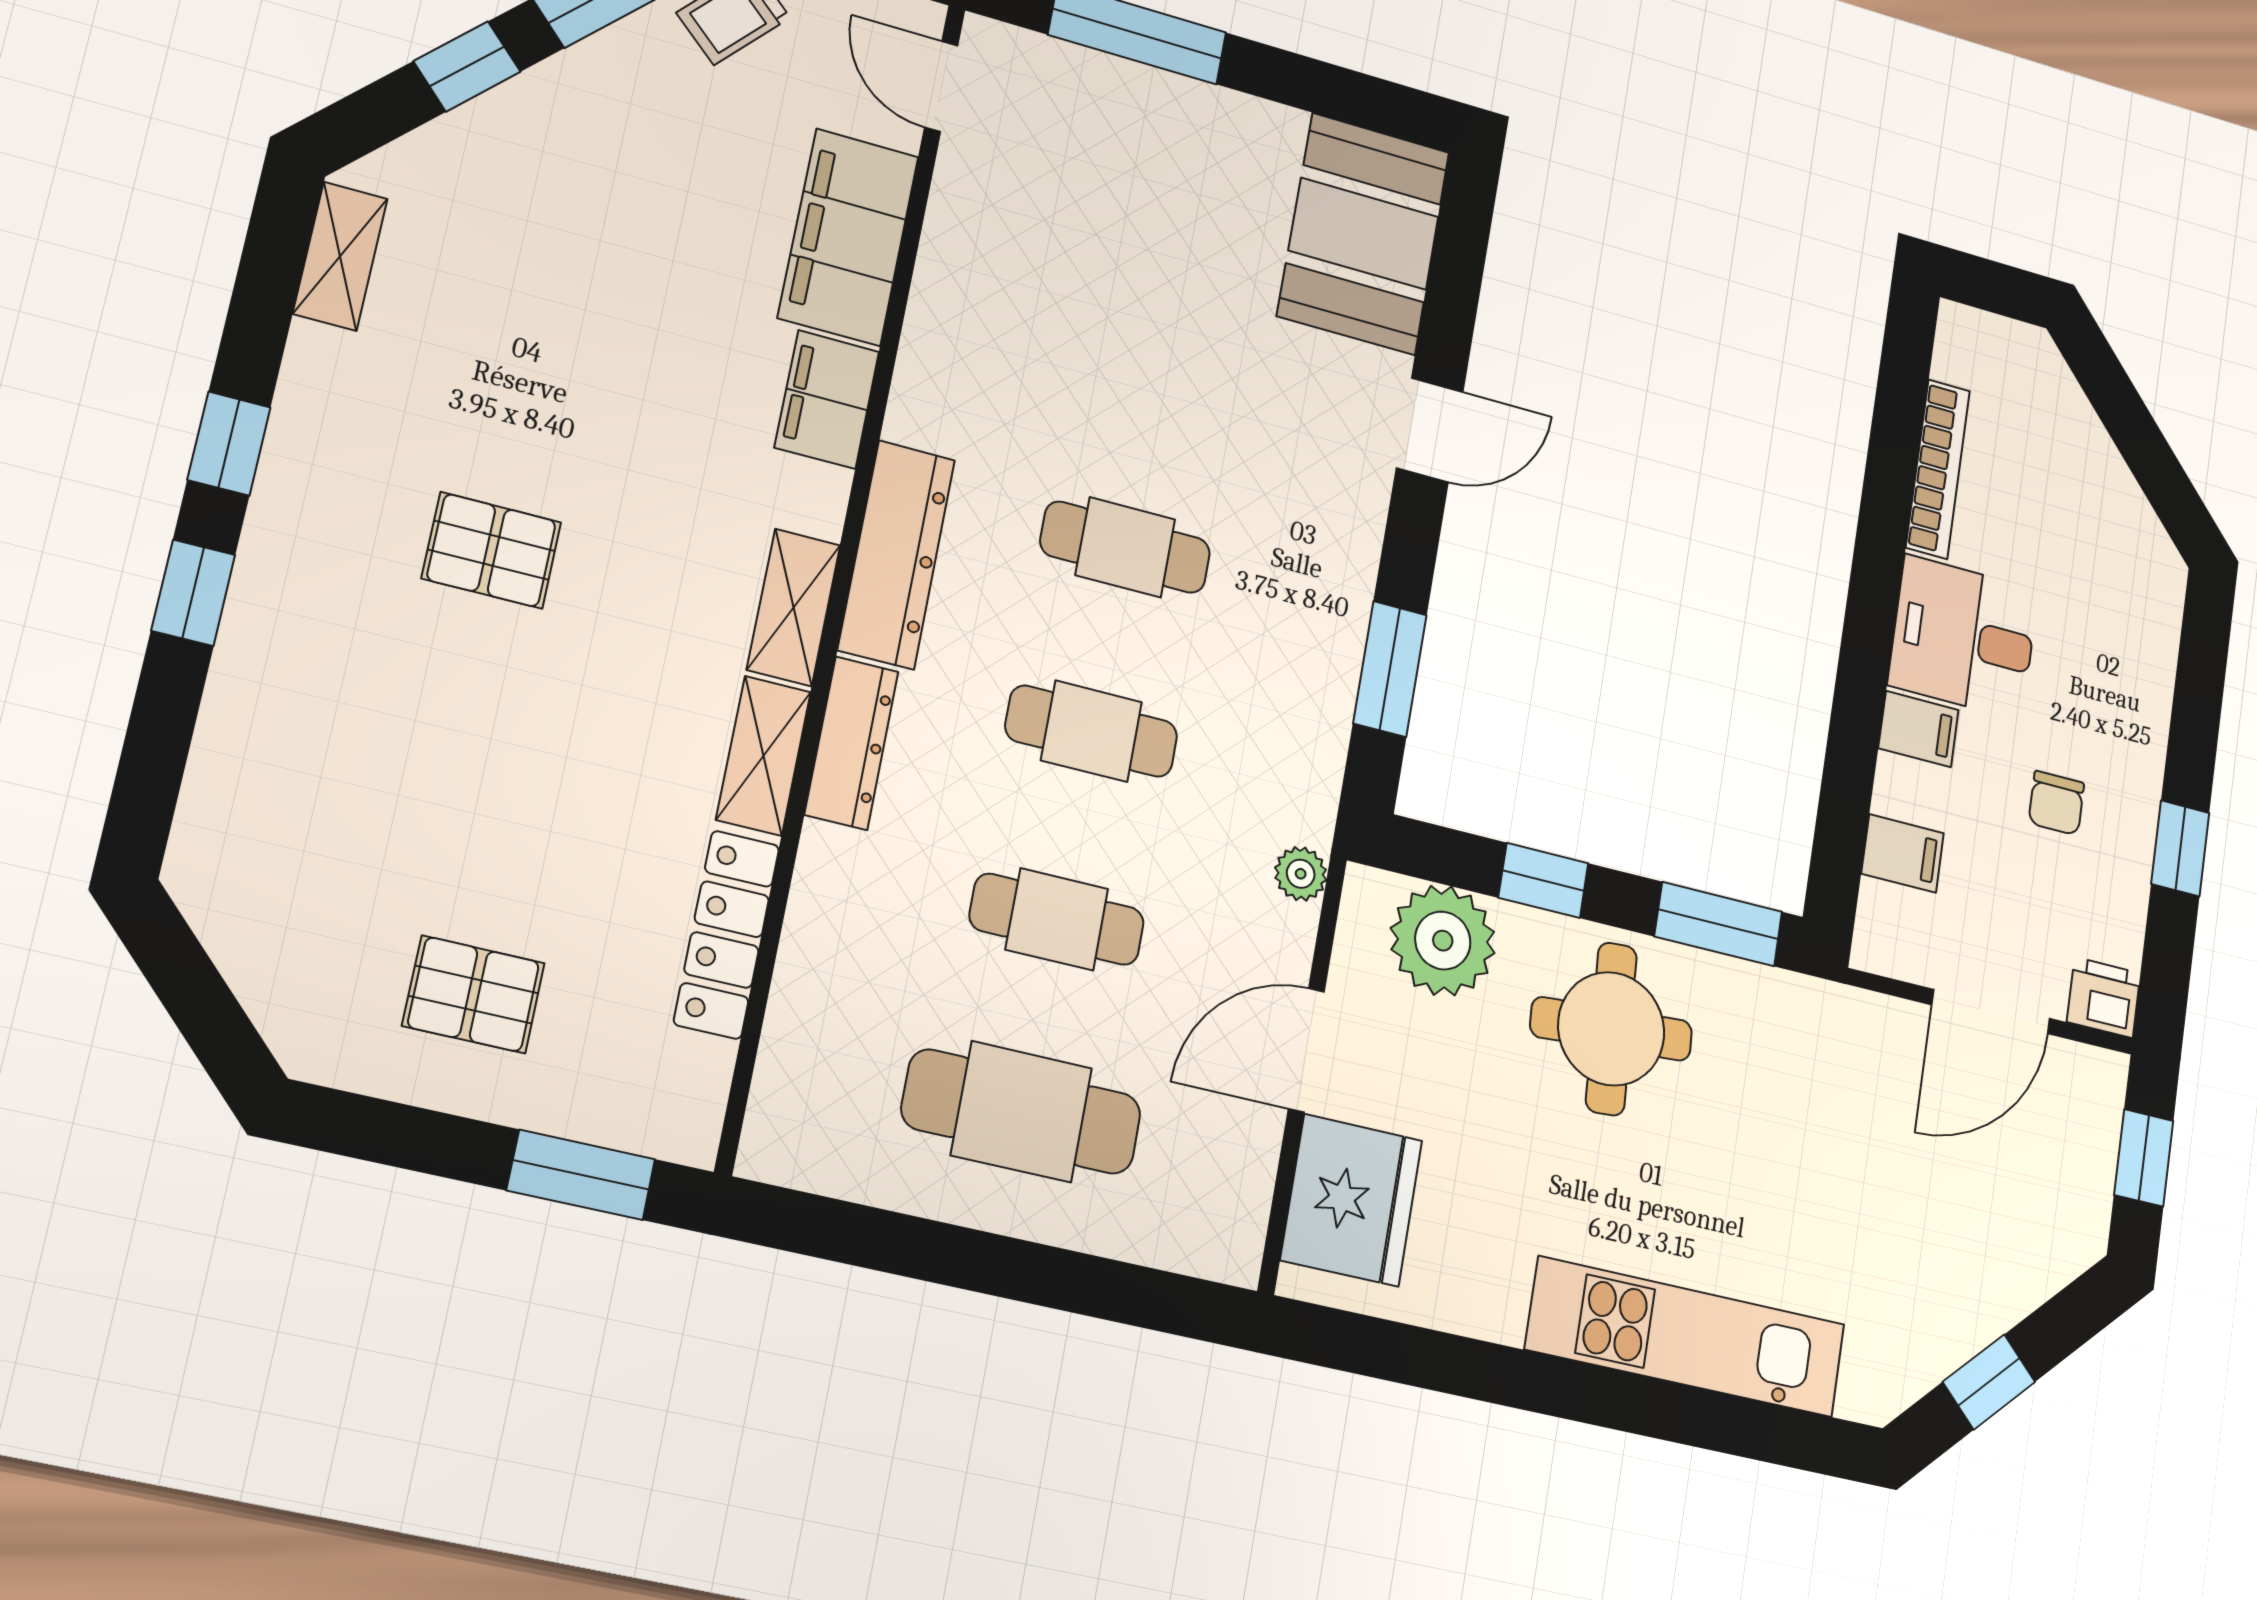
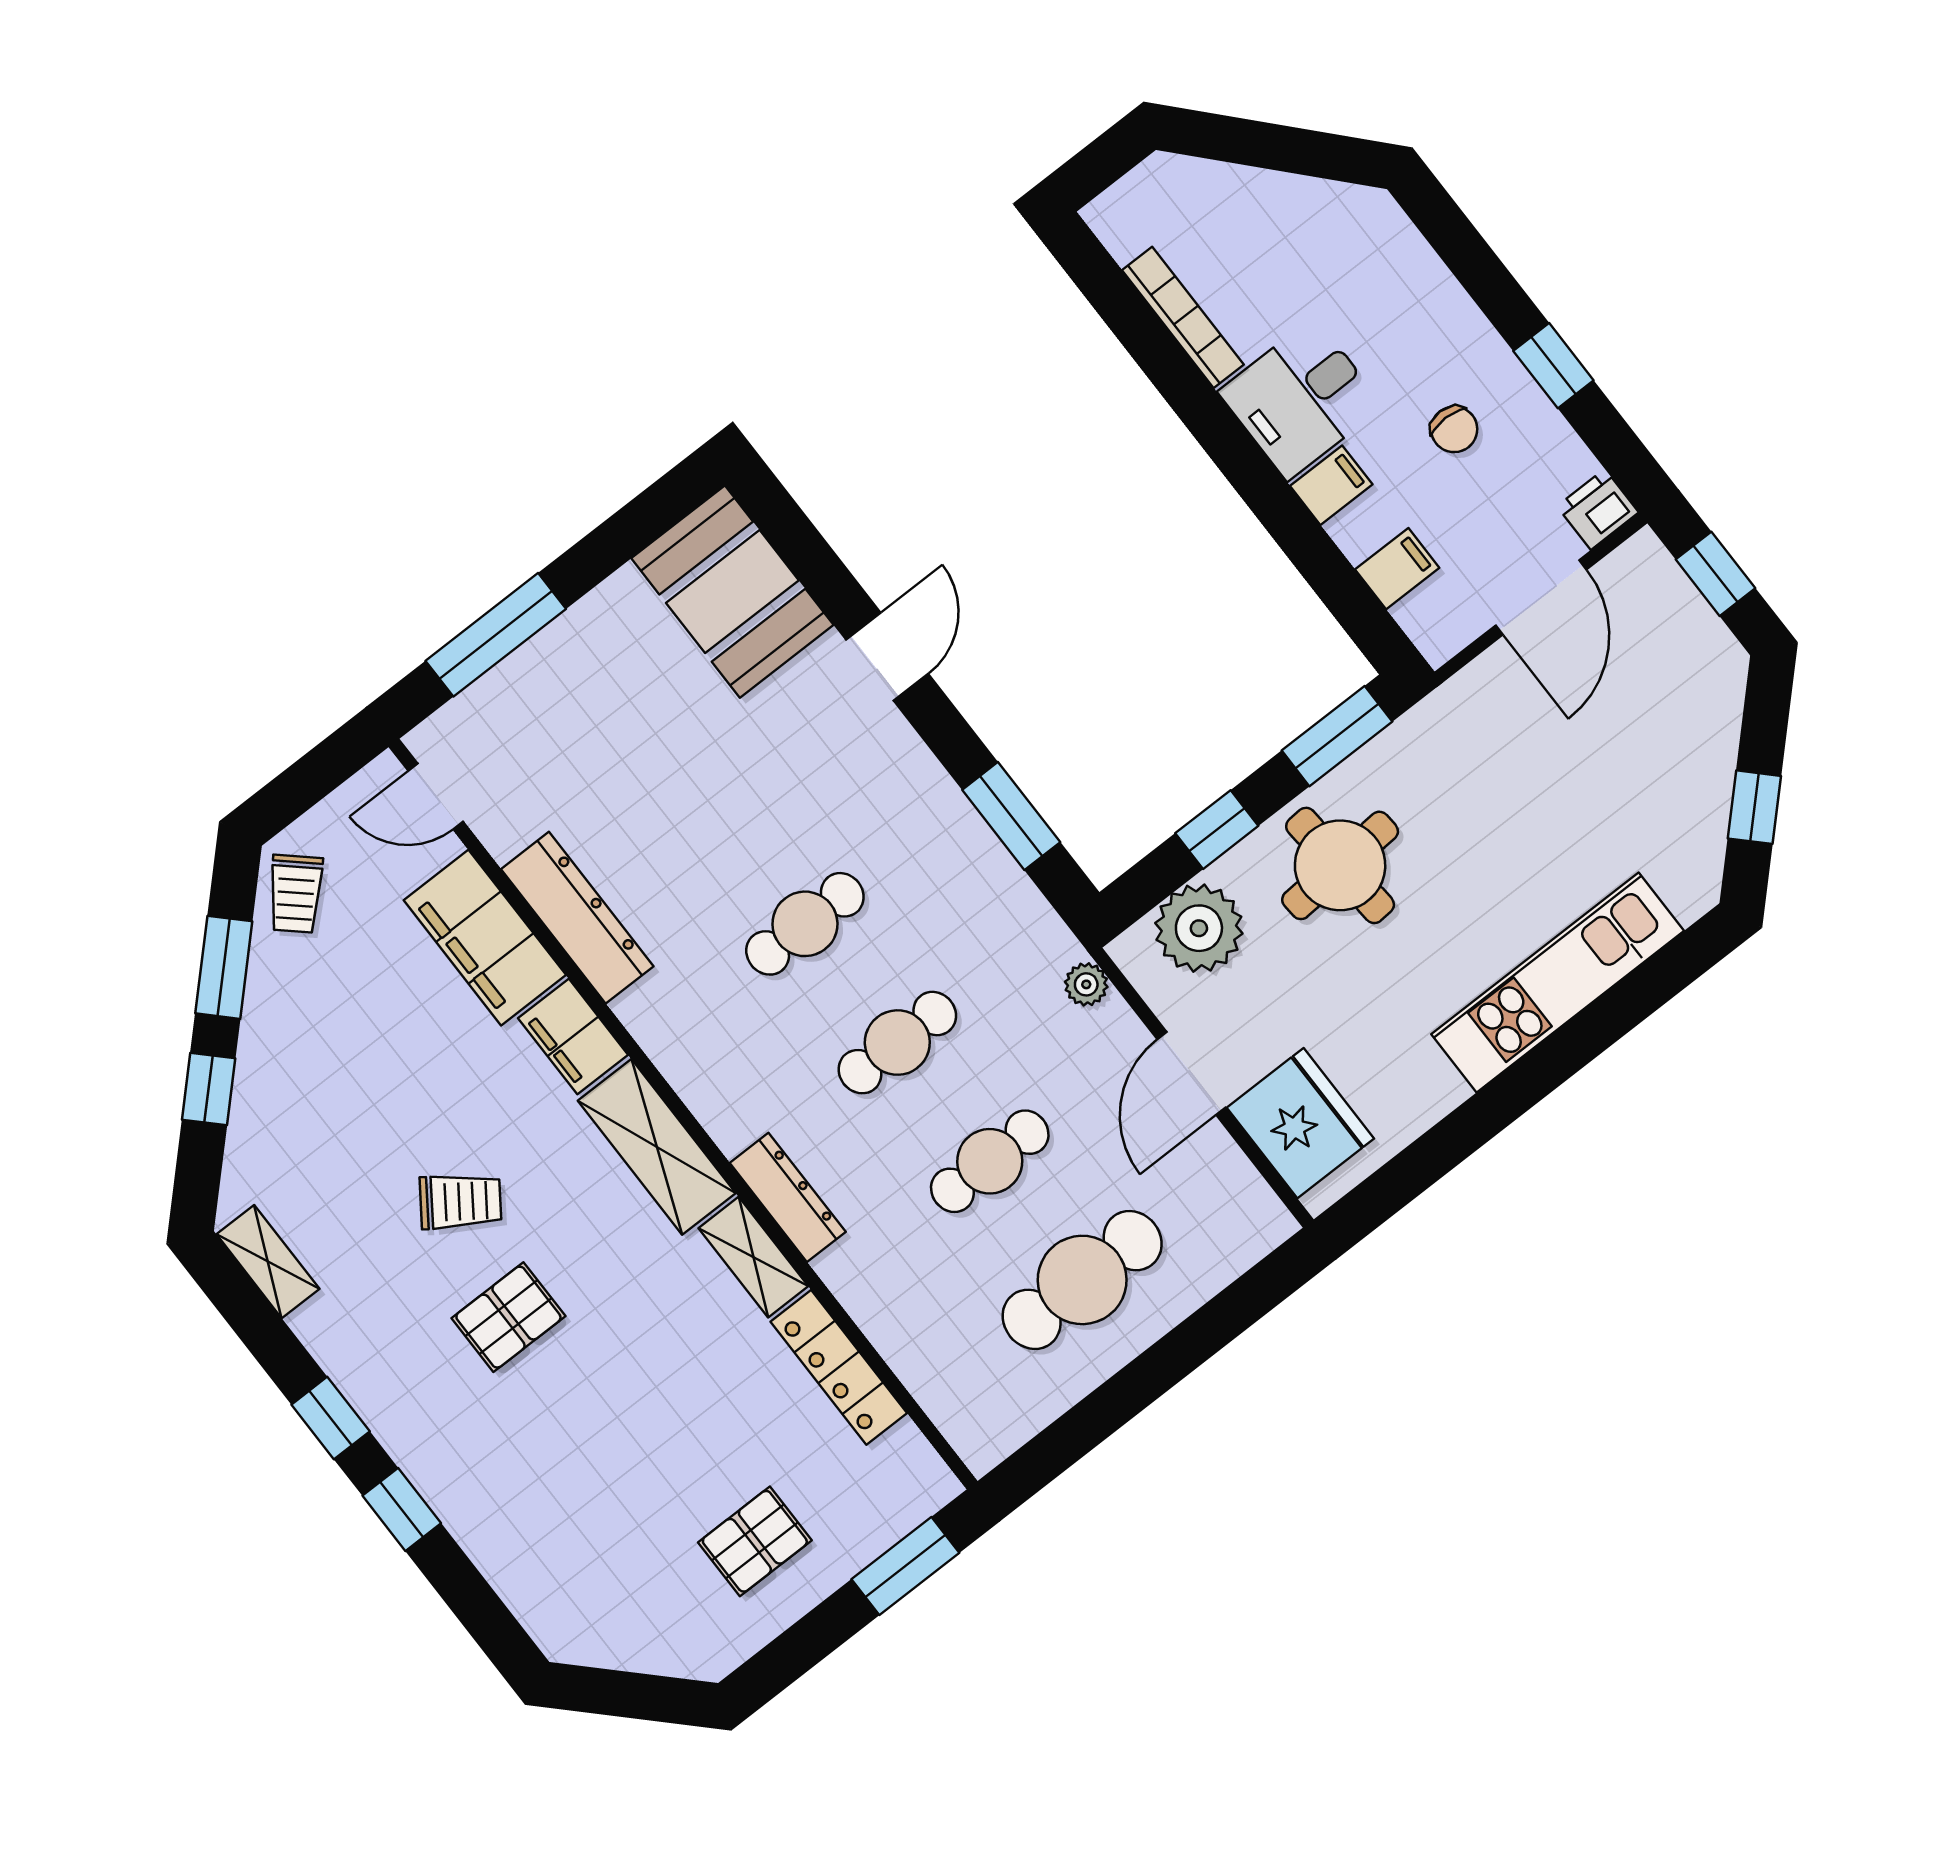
trolley: (568, 410) -> (461, 1201), added
dresser: (896, 555) -> (577, 918), moved
shelving: (794, 607) -> (657, 1147), width x1.50, depth x1.33

